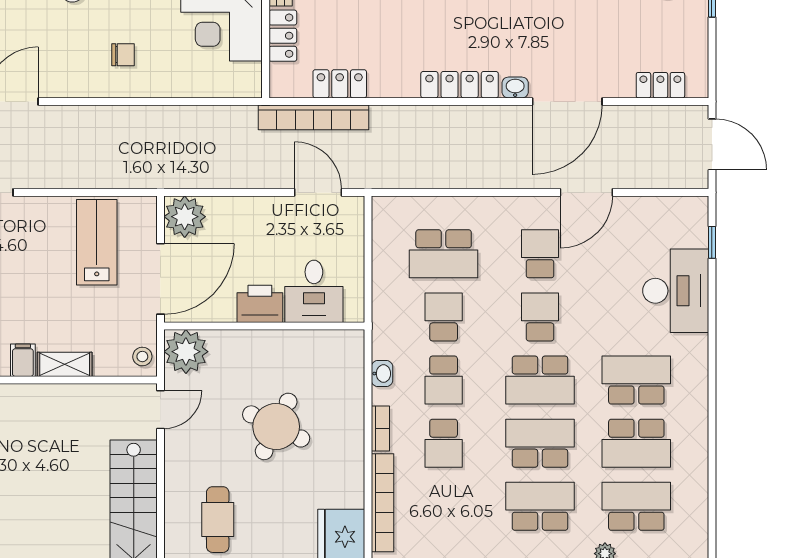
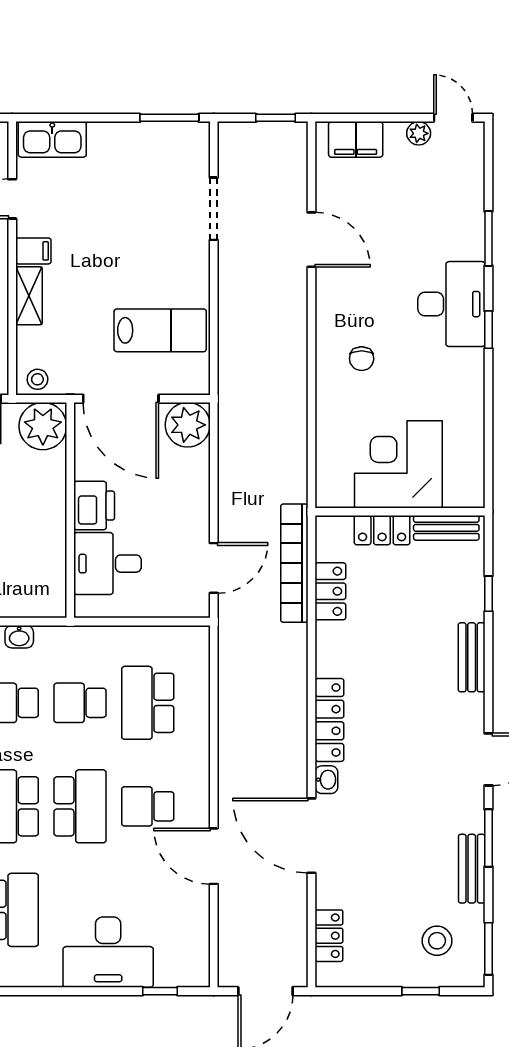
school desk: (540, 254) -> (148, 806), turned 180
school desk: (444, 317) -> (80, 703), turned 180
school desk: (540, 317) -> (80, 806), width x1.85

